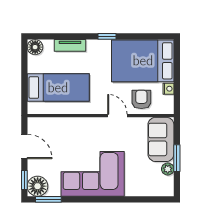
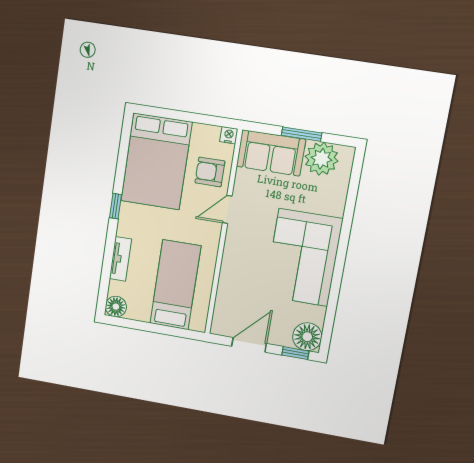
nightstand: (169, 89) -> (229, 135), moved
plant: (168, 169) -> (321, 159), width x1.87, depth x1.87
window: (48, 199) -> (328, 325), removed

